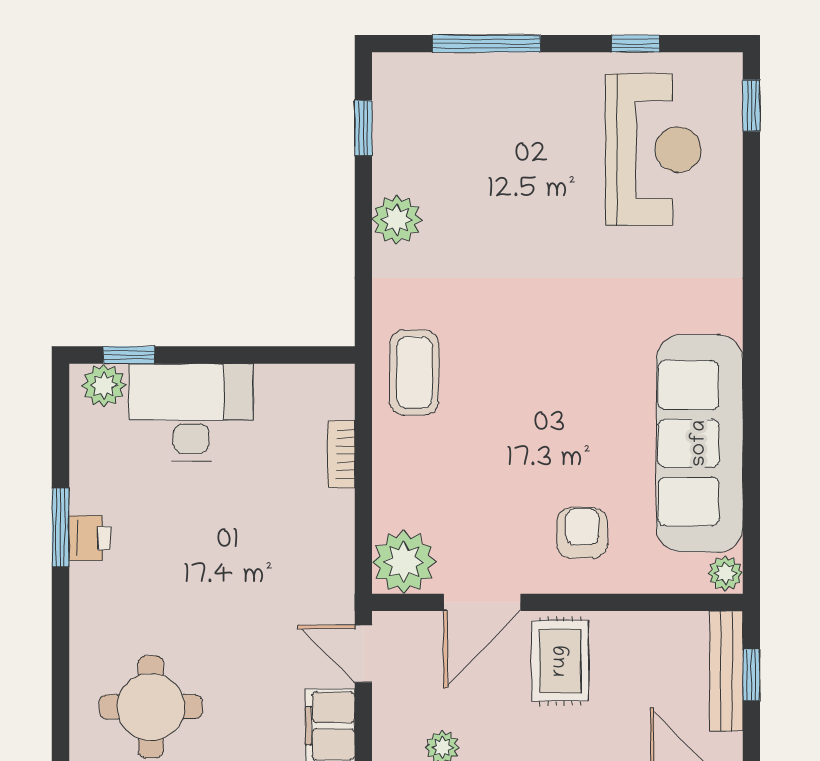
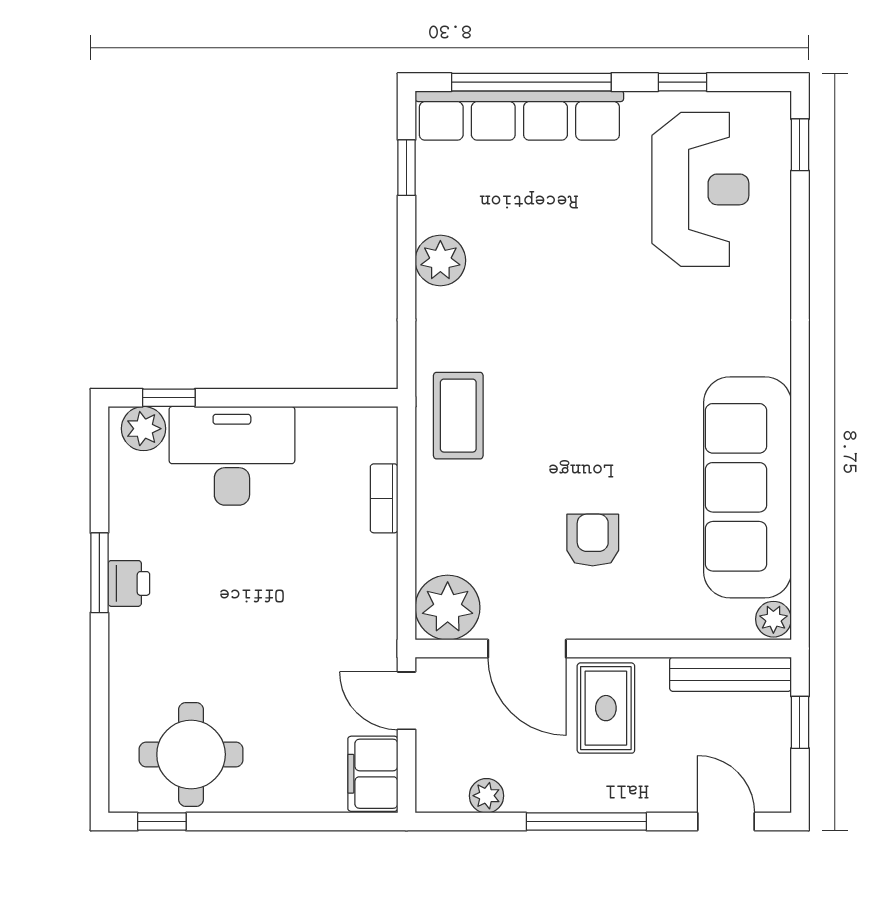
window: (487, 44) -> (531, 82), width x1.46
row of seats: (475, 77) -> (519, 115), added
armchair: (582, 533) -> (593, 540), moved
door: (482, 602) -> (527, 649), hinge flipped
bench: (726, 671) -> (730, 674), moved, turned 90

